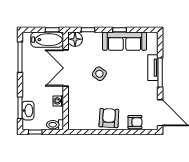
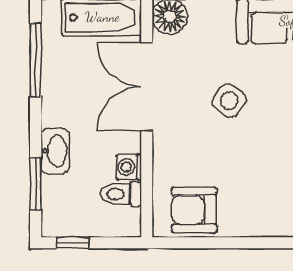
washbasin: (28, 111) -> (55, 151), moved
armchair: (109, 118) -> (194, 210), moved, turned -93
toilet: (55, 125) -> (121, 194), moved

